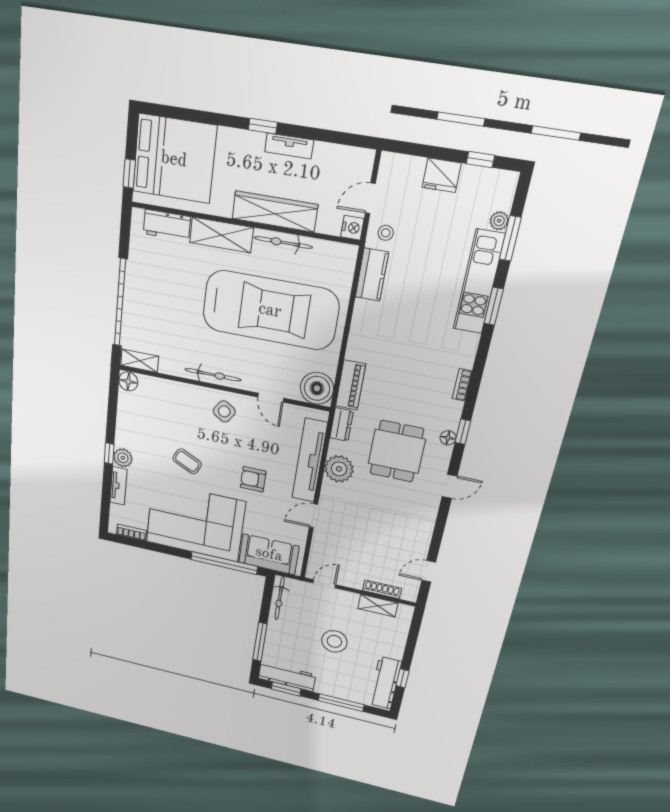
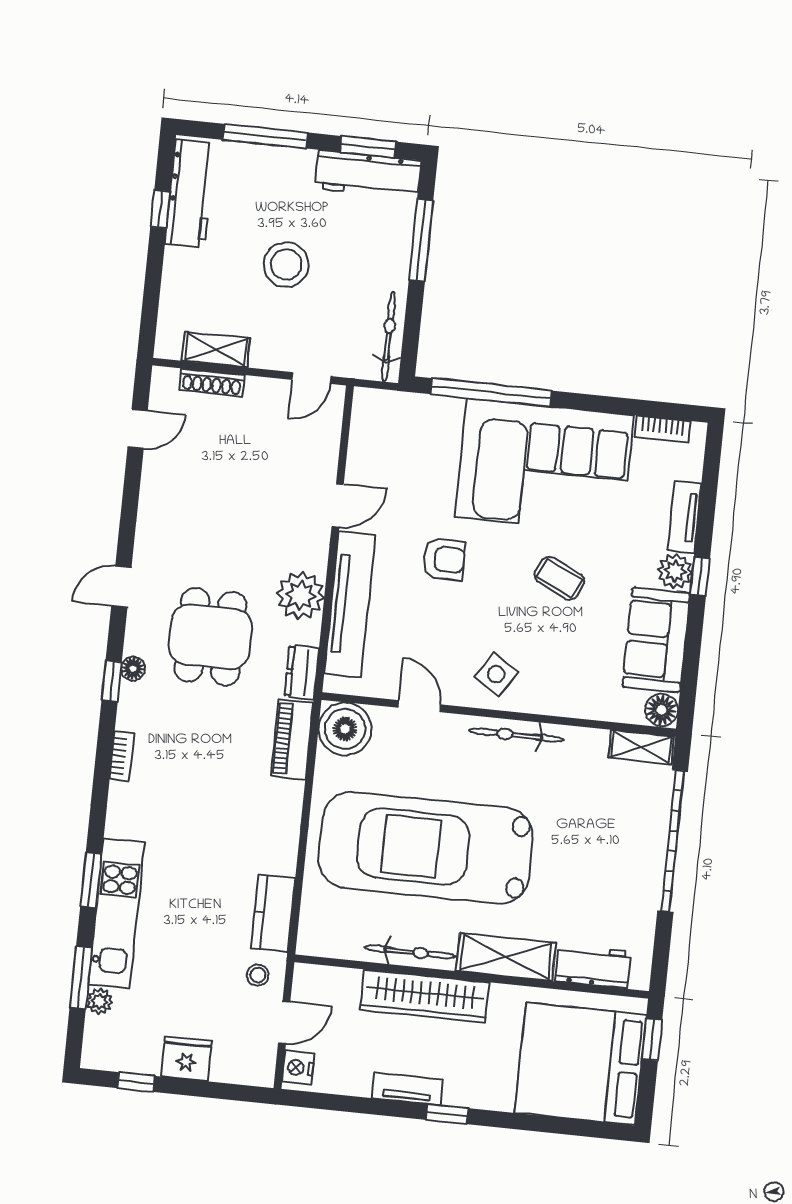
nightstand: (352, 228) -> (298, 1068), moved
sofa: (269, 554) -> (656, 640), moved, turned 90

